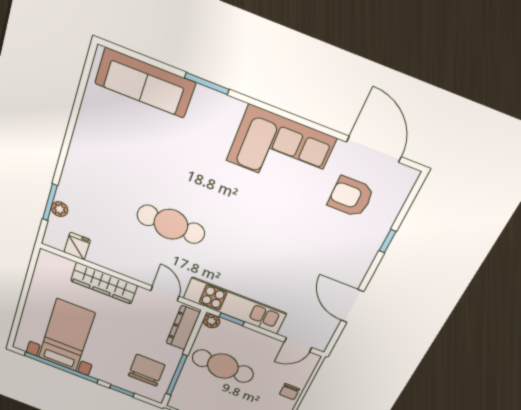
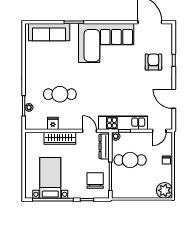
corner sofa: (281, 149) -> (106, 43), width x1.36, depth x1.36
armchair: (351, 197) -> (153, 62), moved, turned 90
cafe table: (171, 224) -> (60, 94), moved
fridge: (77, 246) -> (53, 123), moved

